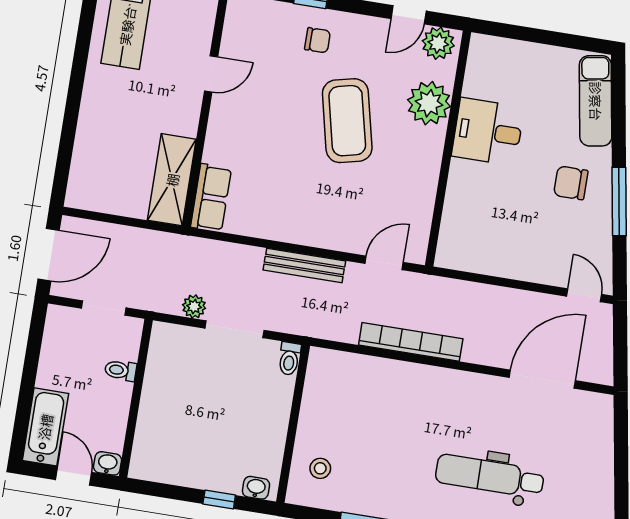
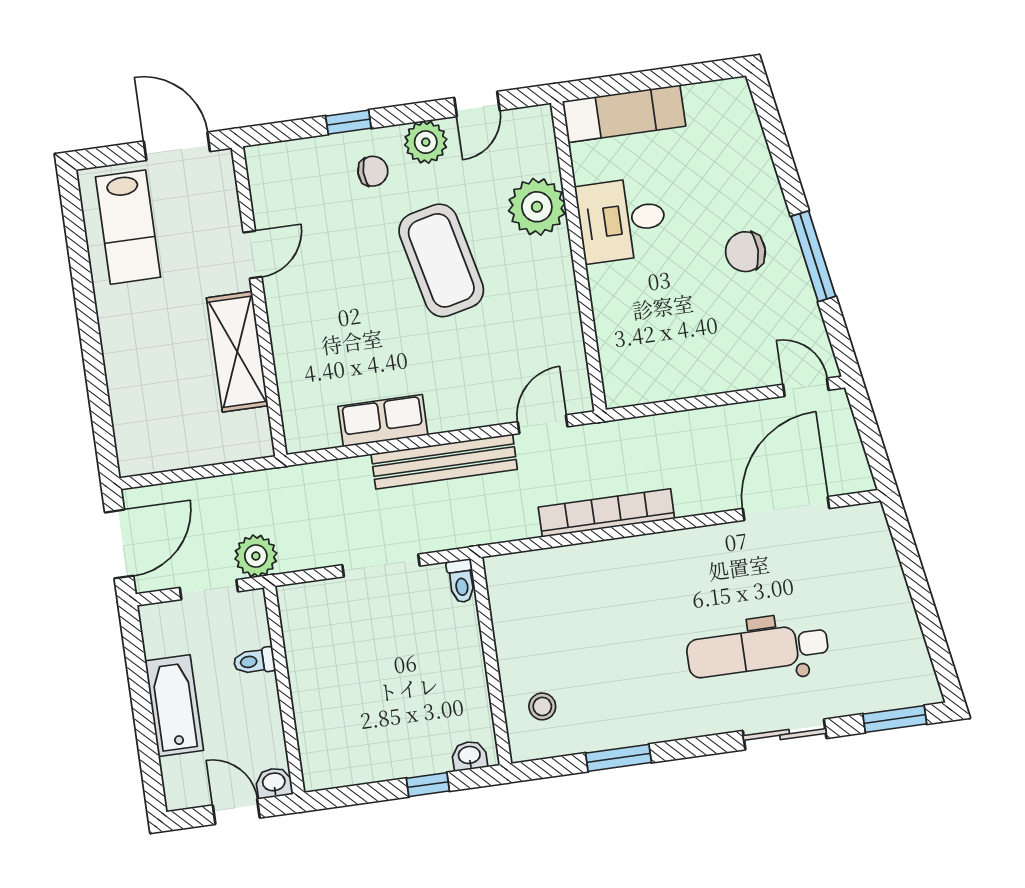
plant: (438, 43) -> (426, 142), moved
exam couch: (596, 101) -> (624, 114), moved, turned -80
shelving: (172, 180) -> (237, 352), moved
row of seats: (211, 198) -> (383, 421), moved, turned -90
bench: (304, 266) -> (444, 462), width x1.37, depth x1.21
plant: (194, 307) -> (256, 556), moved, width x1.38, depth x1.38
bathtub: (45, 427) -> (174, 706), moved

